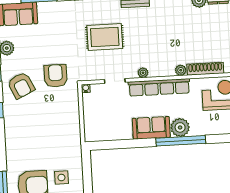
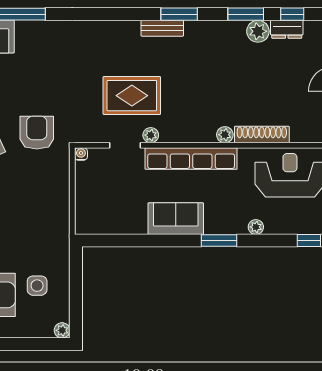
rug: (105, 37) -> (132, 96), moved
plant: (143, 73) -> (151, 135), moved
plant: (180, 127) -> (256, 227), moved, width x0.53, depth x0.53
window: (181, 141) -> (219, 240), width x0.47

